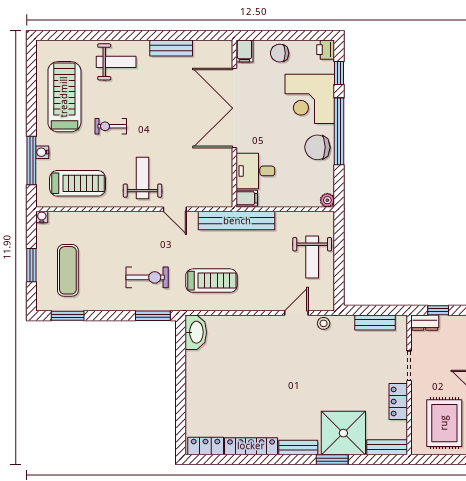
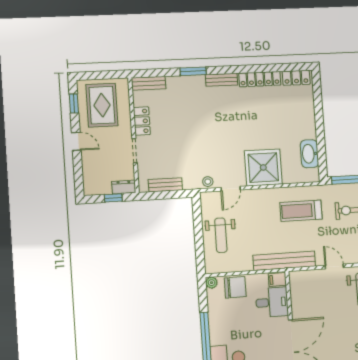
chair: (317, 147) -> (235, 287), moved
weight bench: (312, 257) -> (221, 235), turned 180
washbasin: (196, 332) -> (309, 154), moved
shower: (343, 433) -> (263, 167), moved

